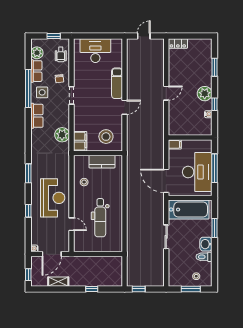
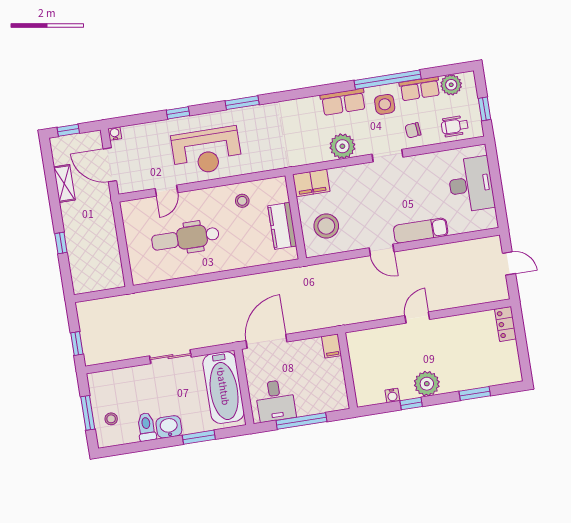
door: (166, 93) -> (417, 317), swing flipped
plant: (62, 135) -> (342, 146), moved
desk: (197, 172) -> (275, 401), width x0.53, depth x0.77
window: (139, 289) -> (77, 344), moved

